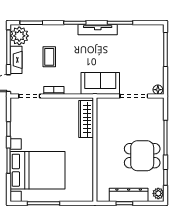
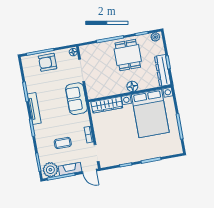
armchair: (151, 56) -> (48, 62), added
floor lamp: (103, 154) -> (132, 86), added
bed with nightstands: (37, 170) -> (150, 113), moved, turned 180
dresser: (129, 195) -> (163, 71), moved

